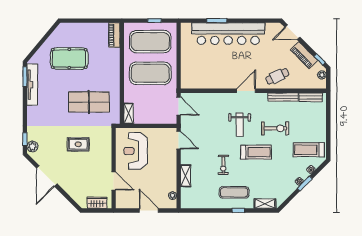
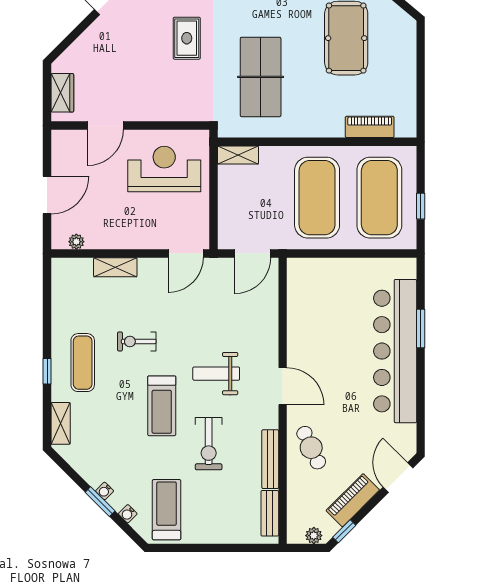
piano: (114, 35) -> (370, 127), moved
rug: (78, 144) -> (187, 38), moved

